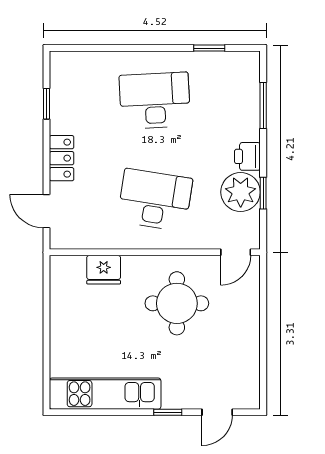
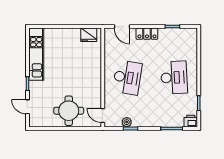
printer: (247, 156) -> (191, 121), moved
plant: (241, 192) -> (127, 122), width x0.53, depth x0.53
door: (47, 211) -> (122, 27), swing flipped
fridge: (104, 270) -> (89, 35), moved, turned -90
round table: (177, 303) -> (69, 111), moved

